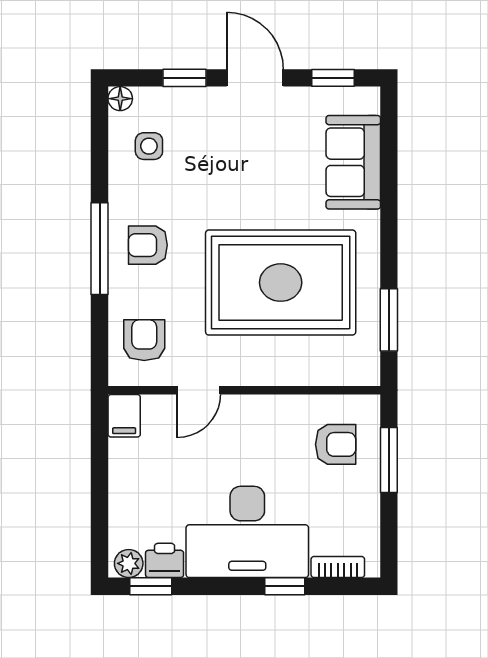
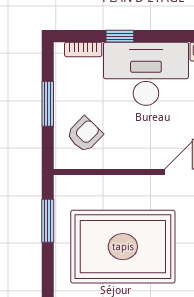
armchair: (336, 444) -> (85, 134), turned 134
window: (389, 460) -> (48, 104), moved

